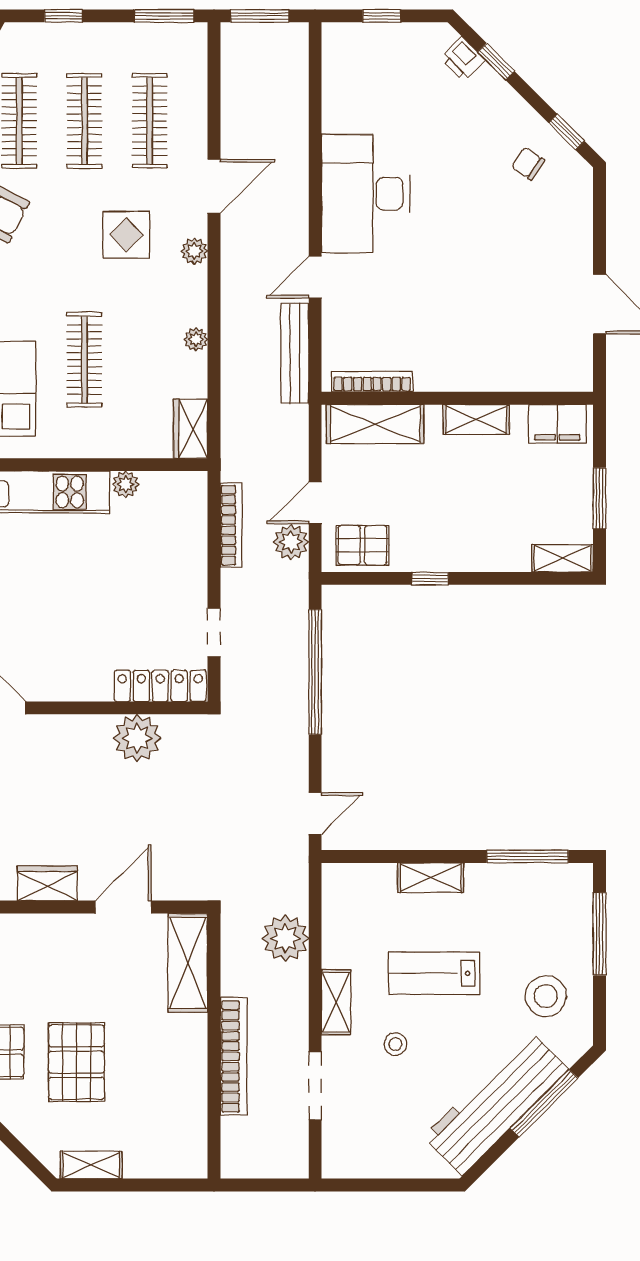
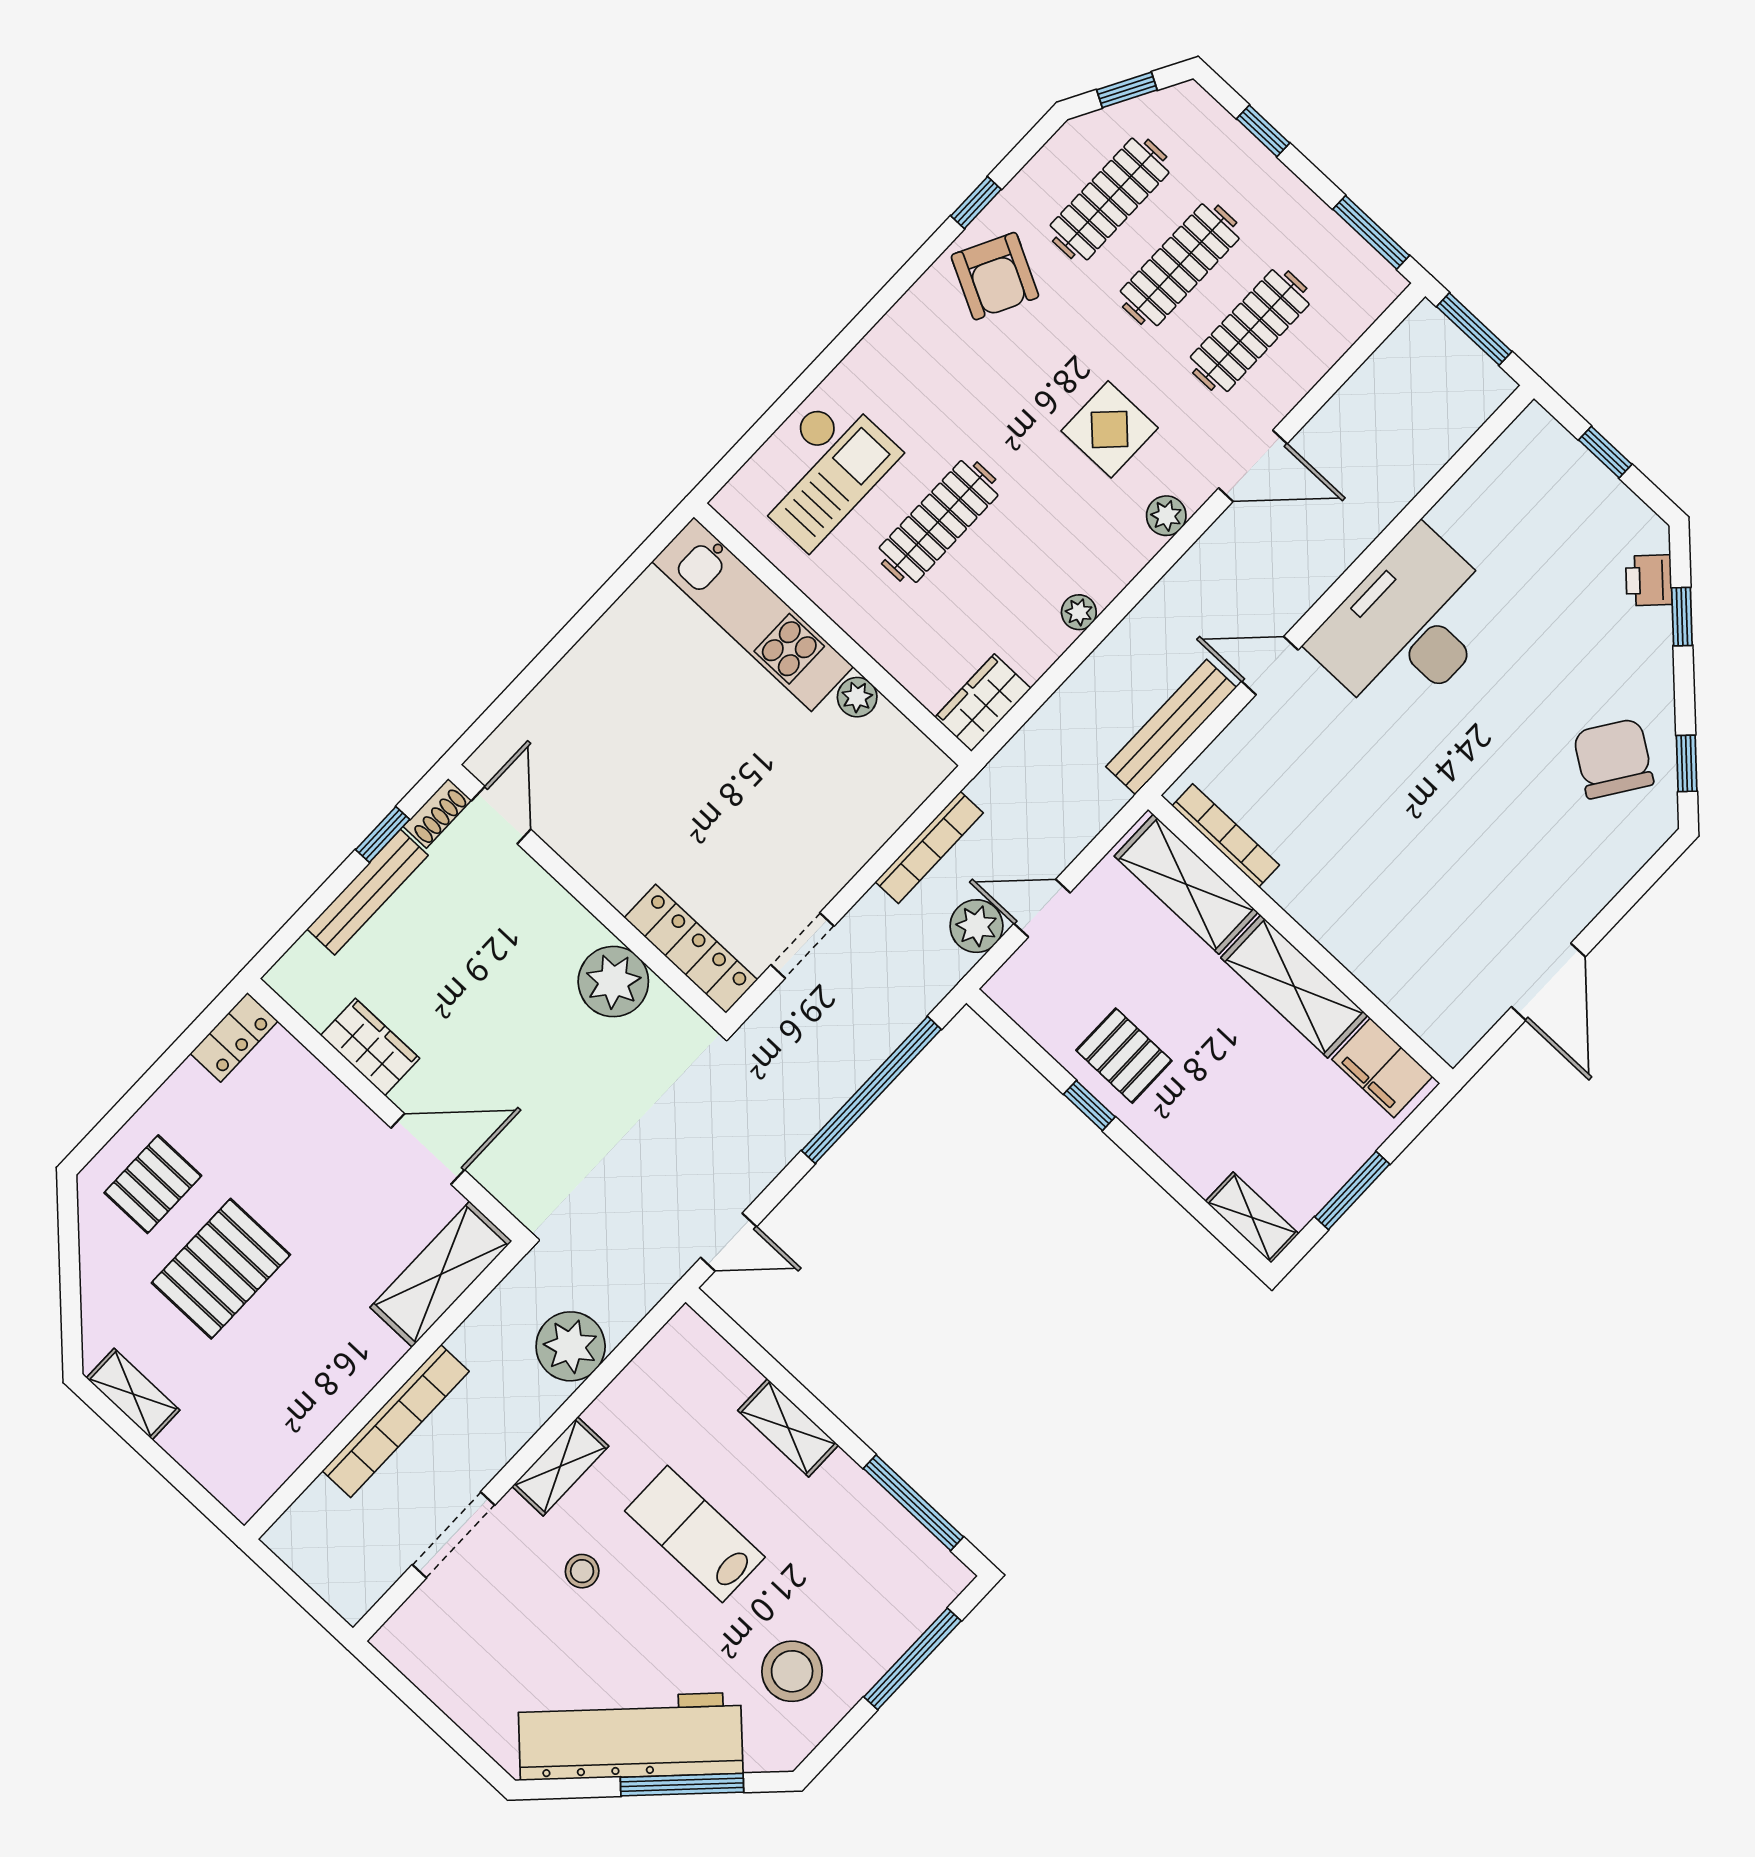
chair: (528, 164) -> (1613, 759), width x1.87, depth x1.87
shelving: (476, 419) -> (1294, 987), width x1.50, depth x1.33
pallet: (362, 545) -> (1124, 1056), moved

